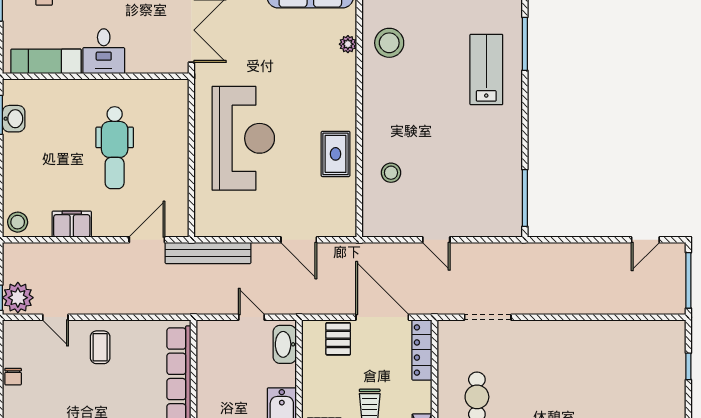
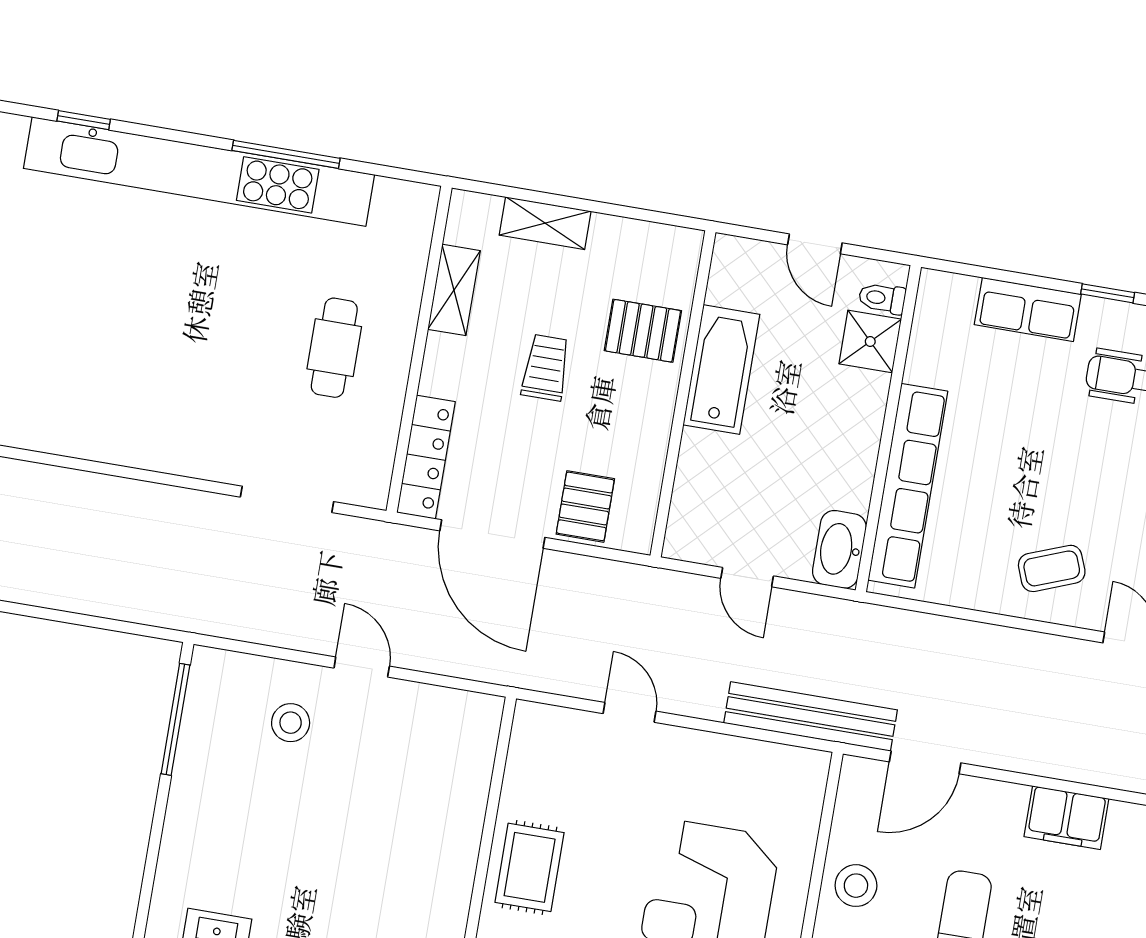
stool: (171, 172) -> (856, 886), added
stool: (391, 173) -> (291, 723), moved
door: (299, 240) -> (630, 712), width x0.73
washbasin: (285, 344) -> (839, 549), moved, turned 180
coffee table: (100, 347) -> (1052, 568), turned 69

